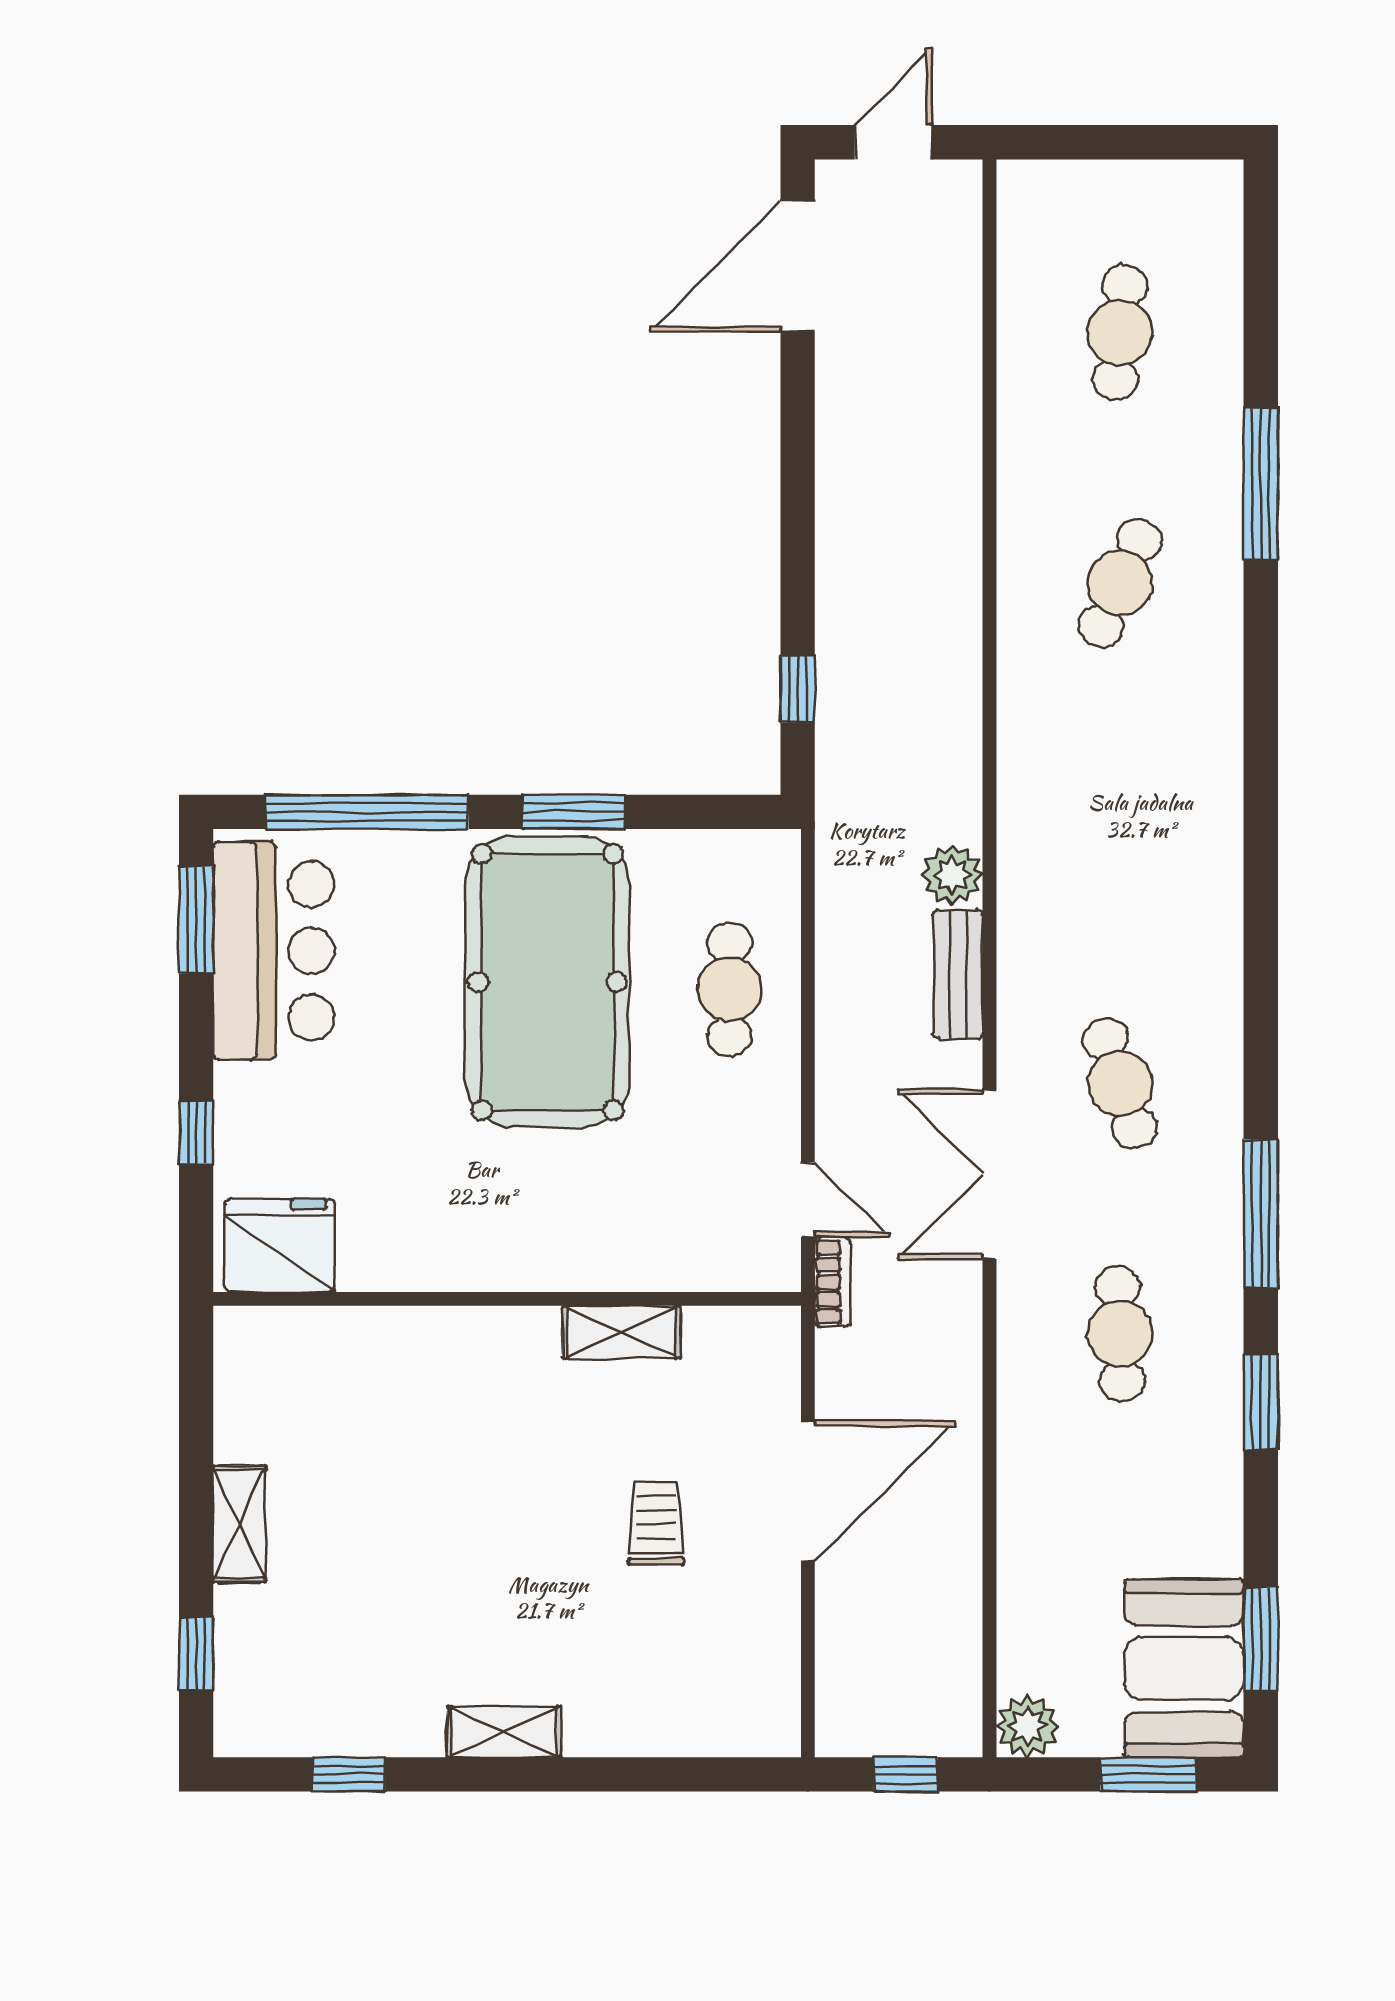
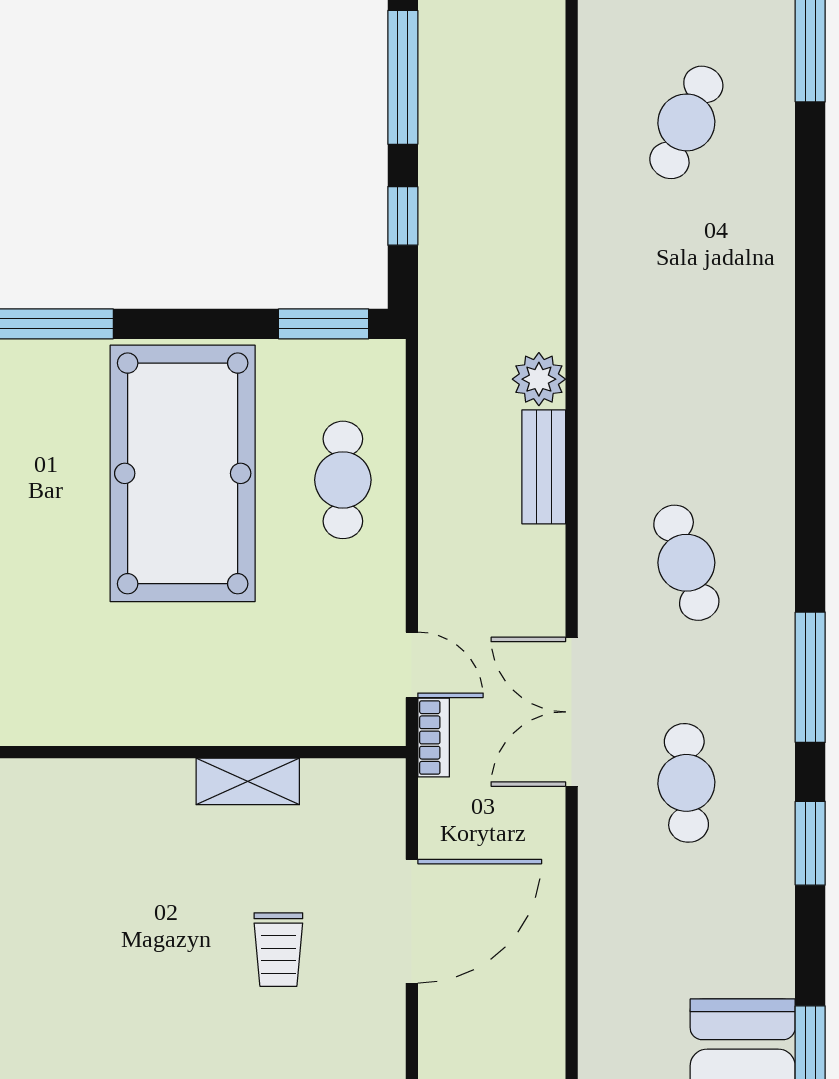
window: (798, 532) -> (403, 77), added
window: (574, 812) -> (324, 324), moved
double door: (989, 1174) -> (572, 712), moved
trolley: (656, 1523) -> (278, 950), turned 180

